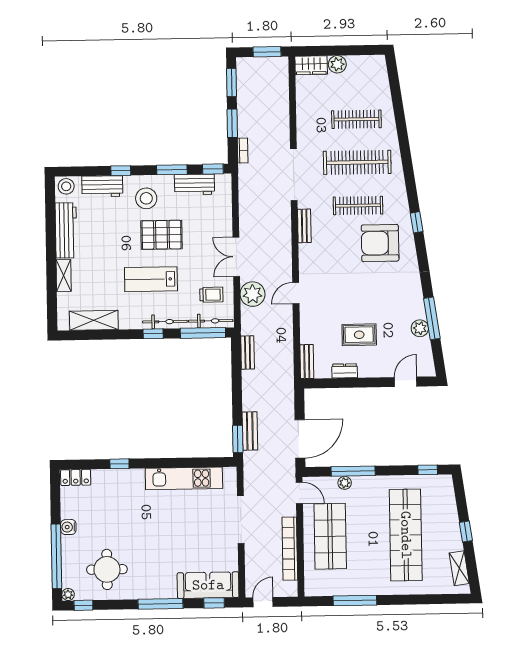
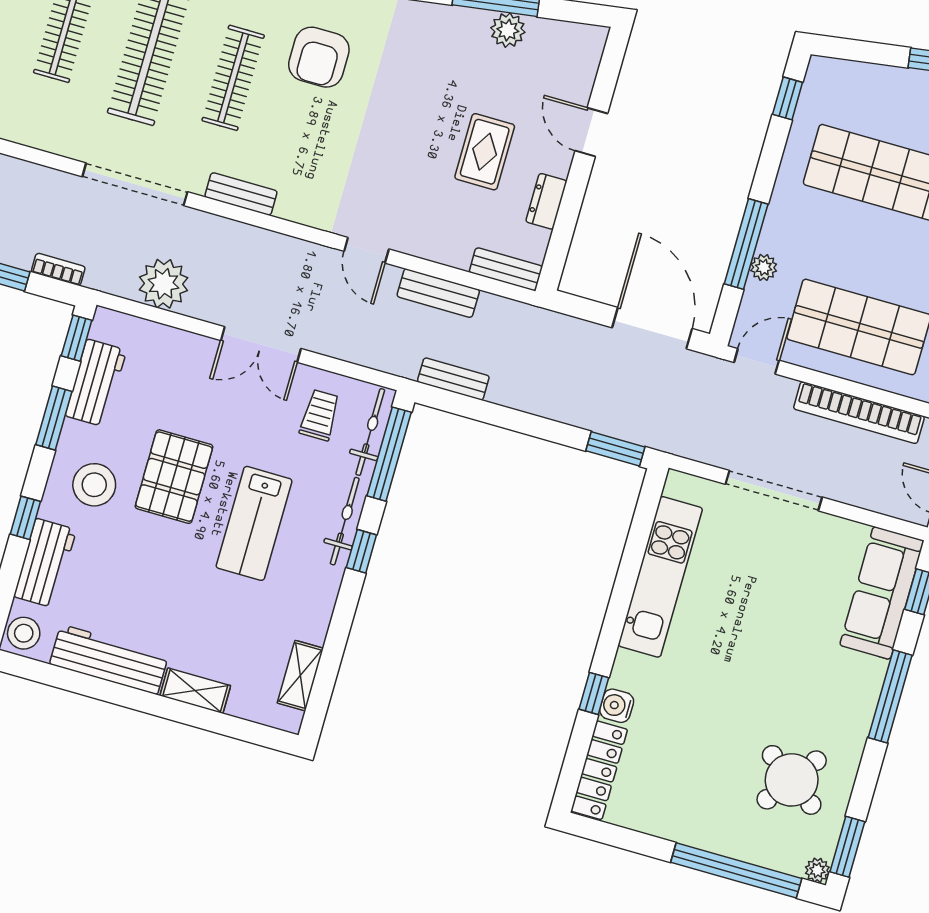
armchair: (380, 243) -> (319, 57), width x0.73, depth x0.73
plant: (253, 294) -> (164, 284), moved
shelving: (94, 320) -> (300, 676), width x0.67, depth x0.75
door: (406, 382) -> (591, 132), moved
bench: (250, 431) -> (438, 293), moved
locker: (76, 477) -> (599, 770), width x1.53
water cooler: (68, 527) -> (617, 706), moved, turned 90
round table: (107, 569) -> (792, 780), turned 36
window: (83, 605) -> (847, 847), width x1.50

